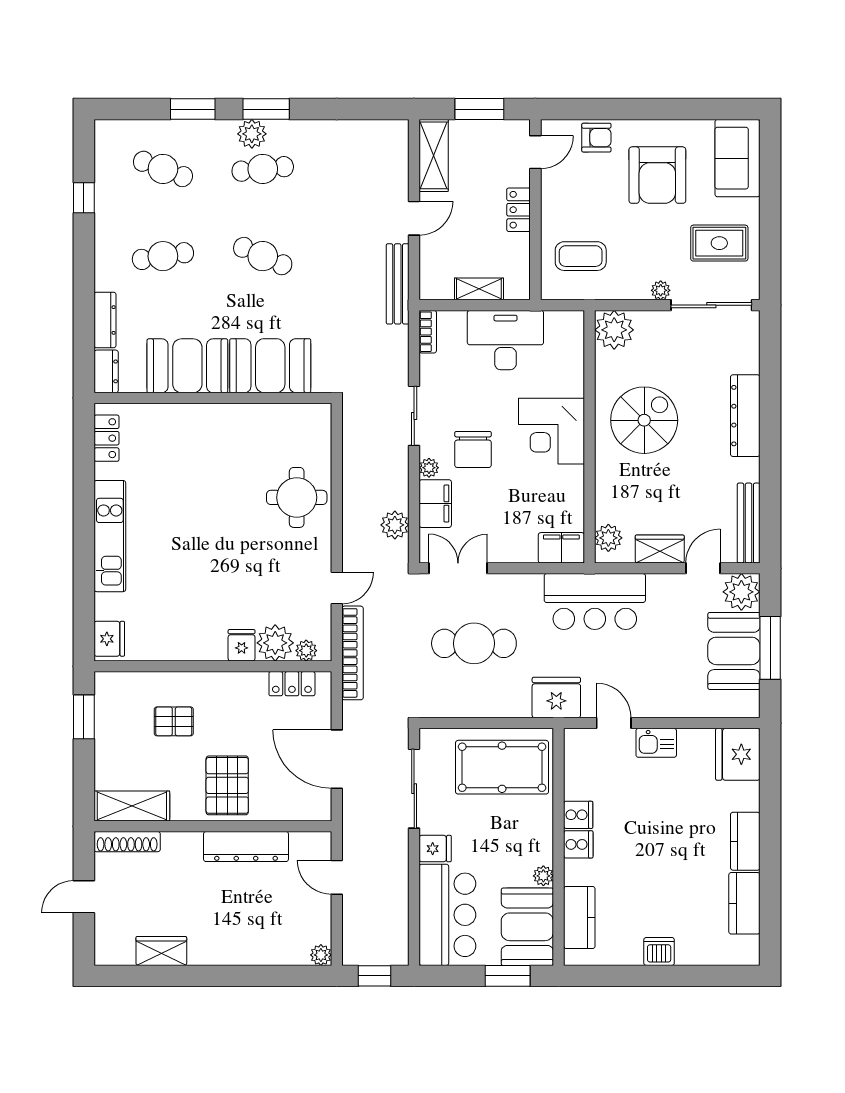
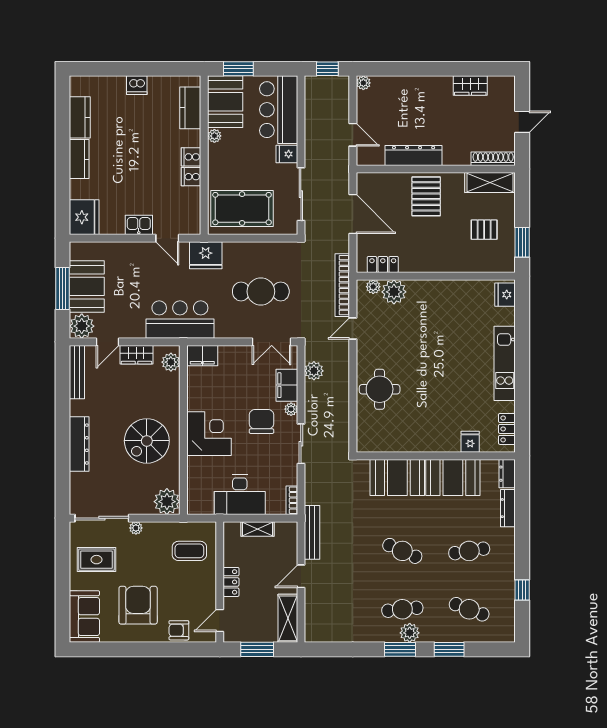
fridge: (242, 645) -> (470, 442), moved, turned 180
pallet: (174, 721) -> (484, 230), moved

